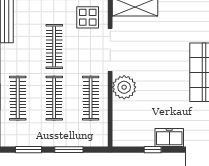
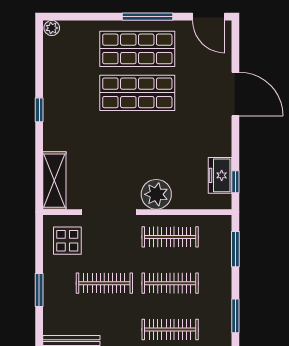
freezer: (169, 137) -> (220, 175), moved
window: (69, 150) -> (235, 249), moved
window: (153, 150) -> (235, 182), moved

